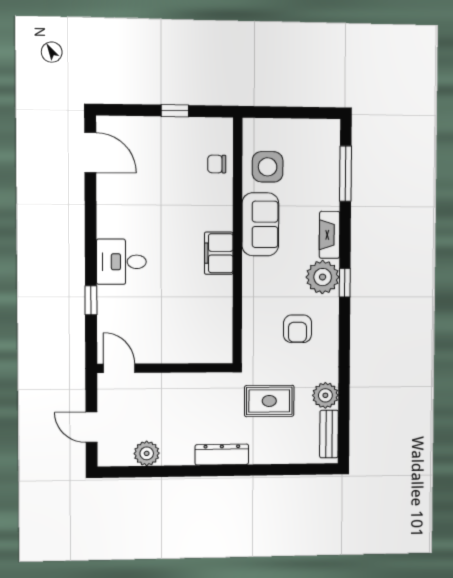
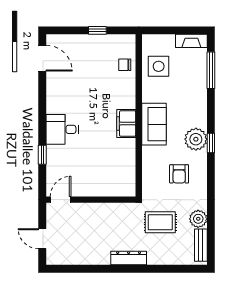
sofa: (260, 224) -> (154, 124), moved
fireplace: (330, 235) -> (191, 41), moved, turned -90
door: (119, 368) -> (61, 200), hinge flipped
plant: (147, 453) -> (79, 257), removed

